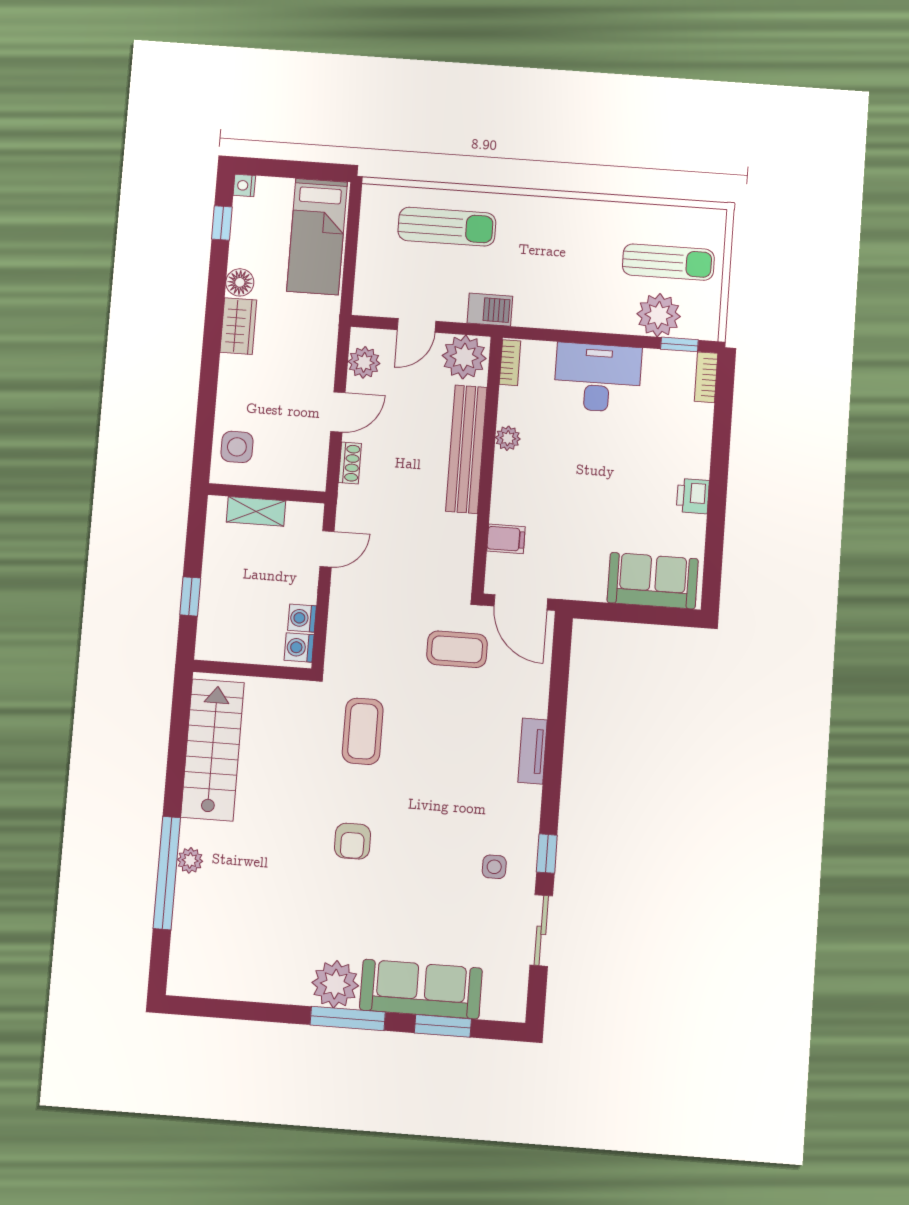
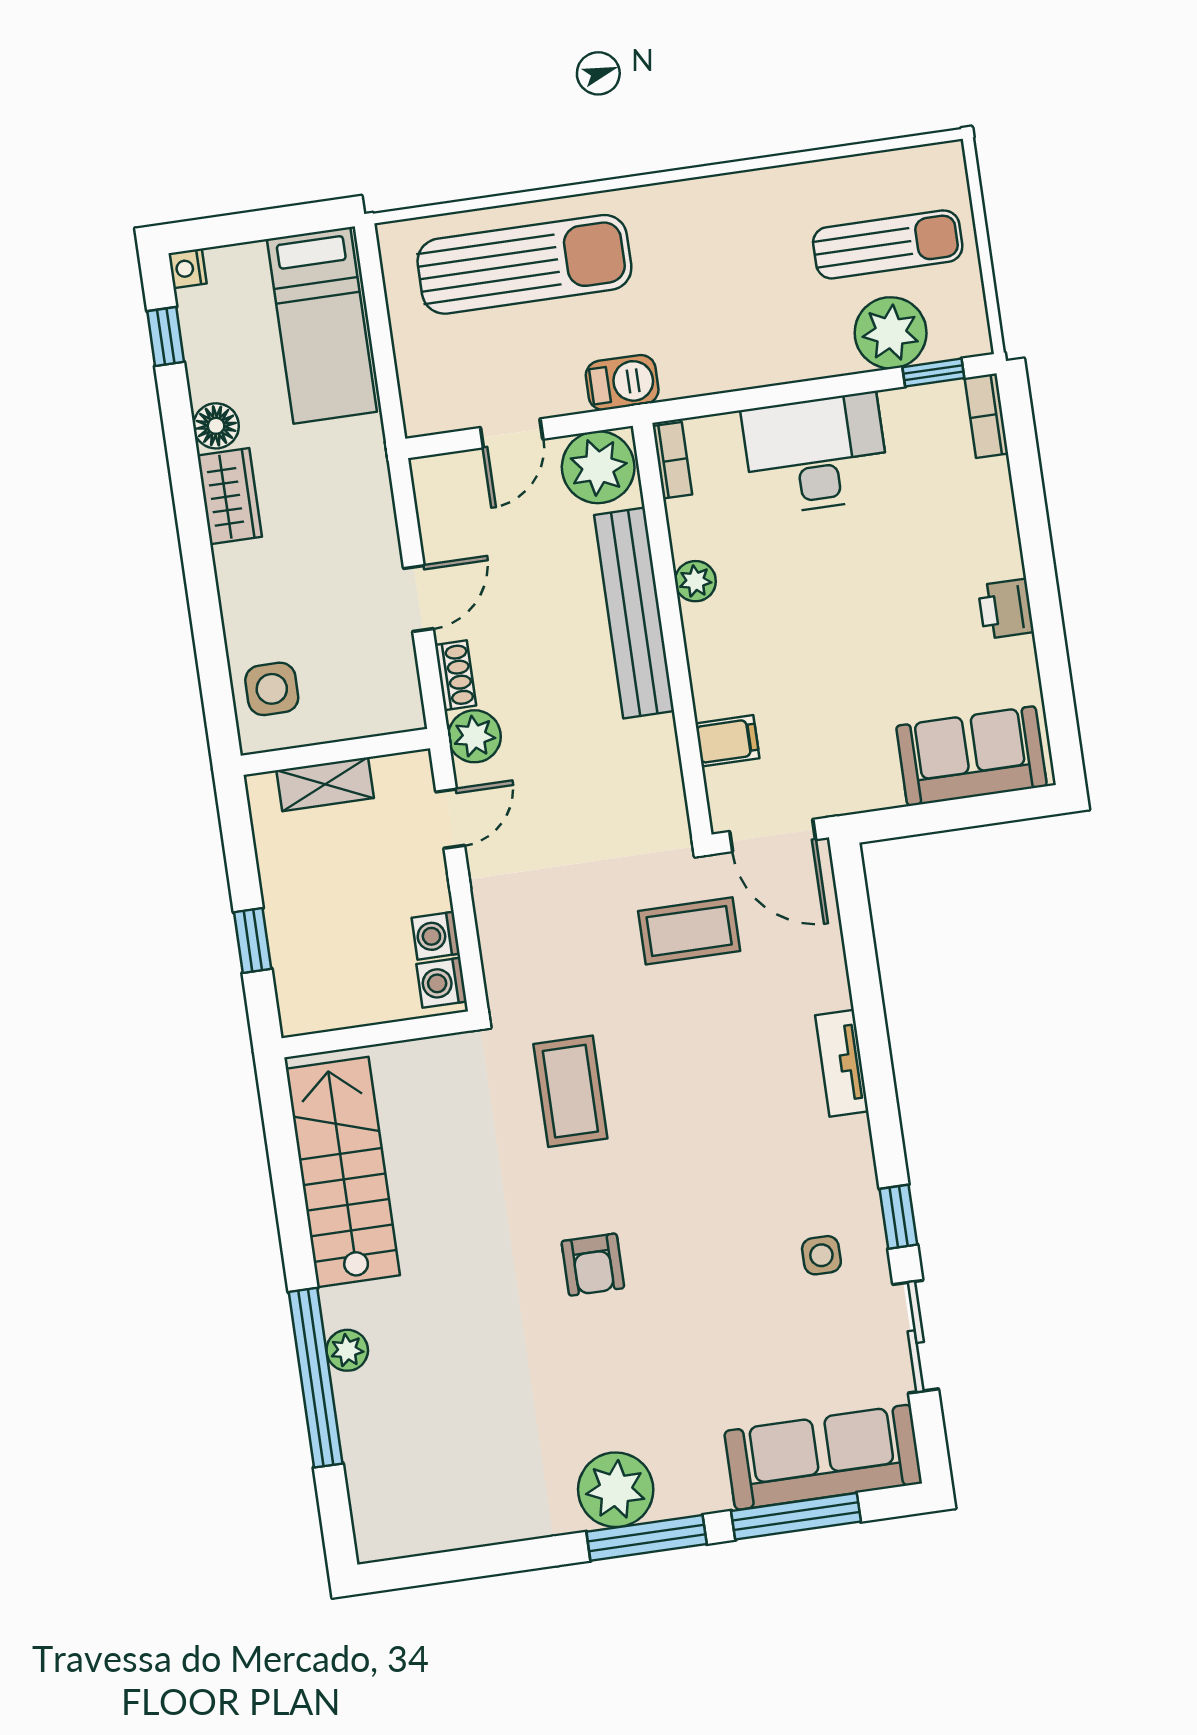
sun lounger: (447, 227) -> (524, 264), width x1.36, depth x1.34
plant: (364, 362) -> (474, 736), moved
sofa: (421, 989) -> (823, 1457), moved
window: (443, 1026) -> (796, 1516), width x1.44

